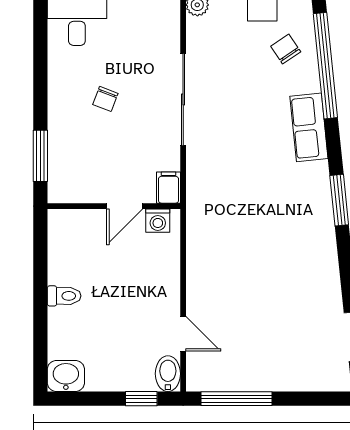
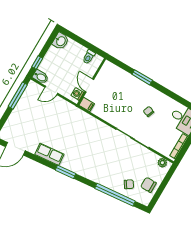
row of seats: (309, 127) -> (49, 154), moved
filing cabinet: (169, 188) -> (87, 104), moved
wall: (114, 206) -> (91, 82), moved
door: (125, 206) -> (89, 85), moved
washing machine: (158, 221) -> (77, 94), moved

